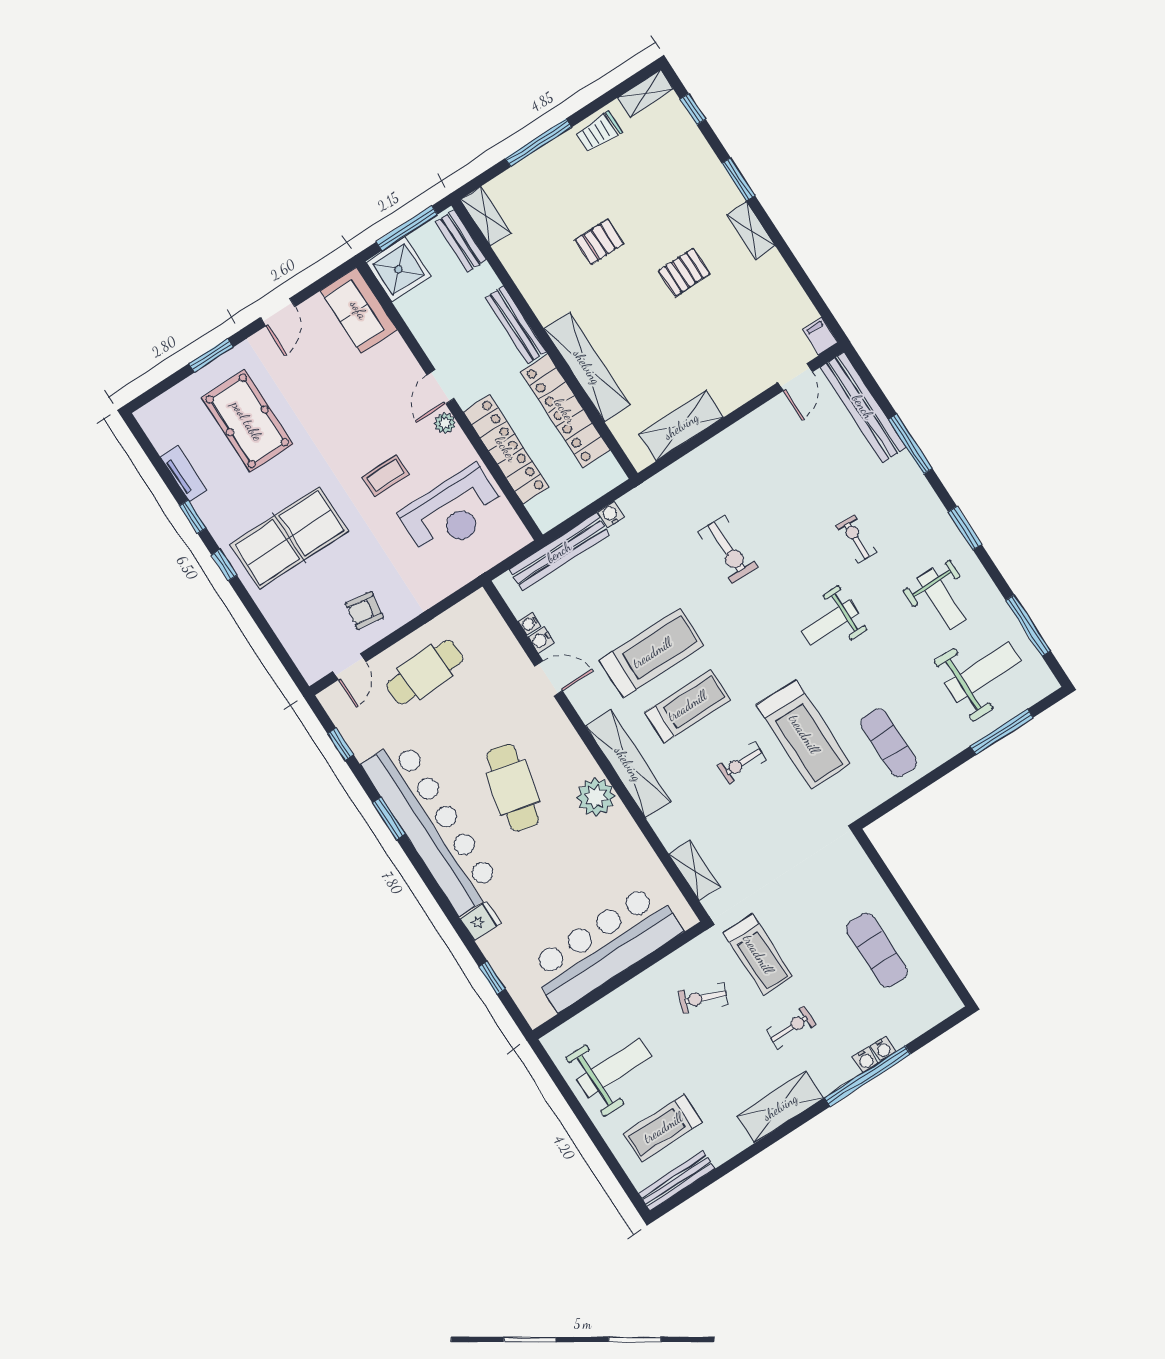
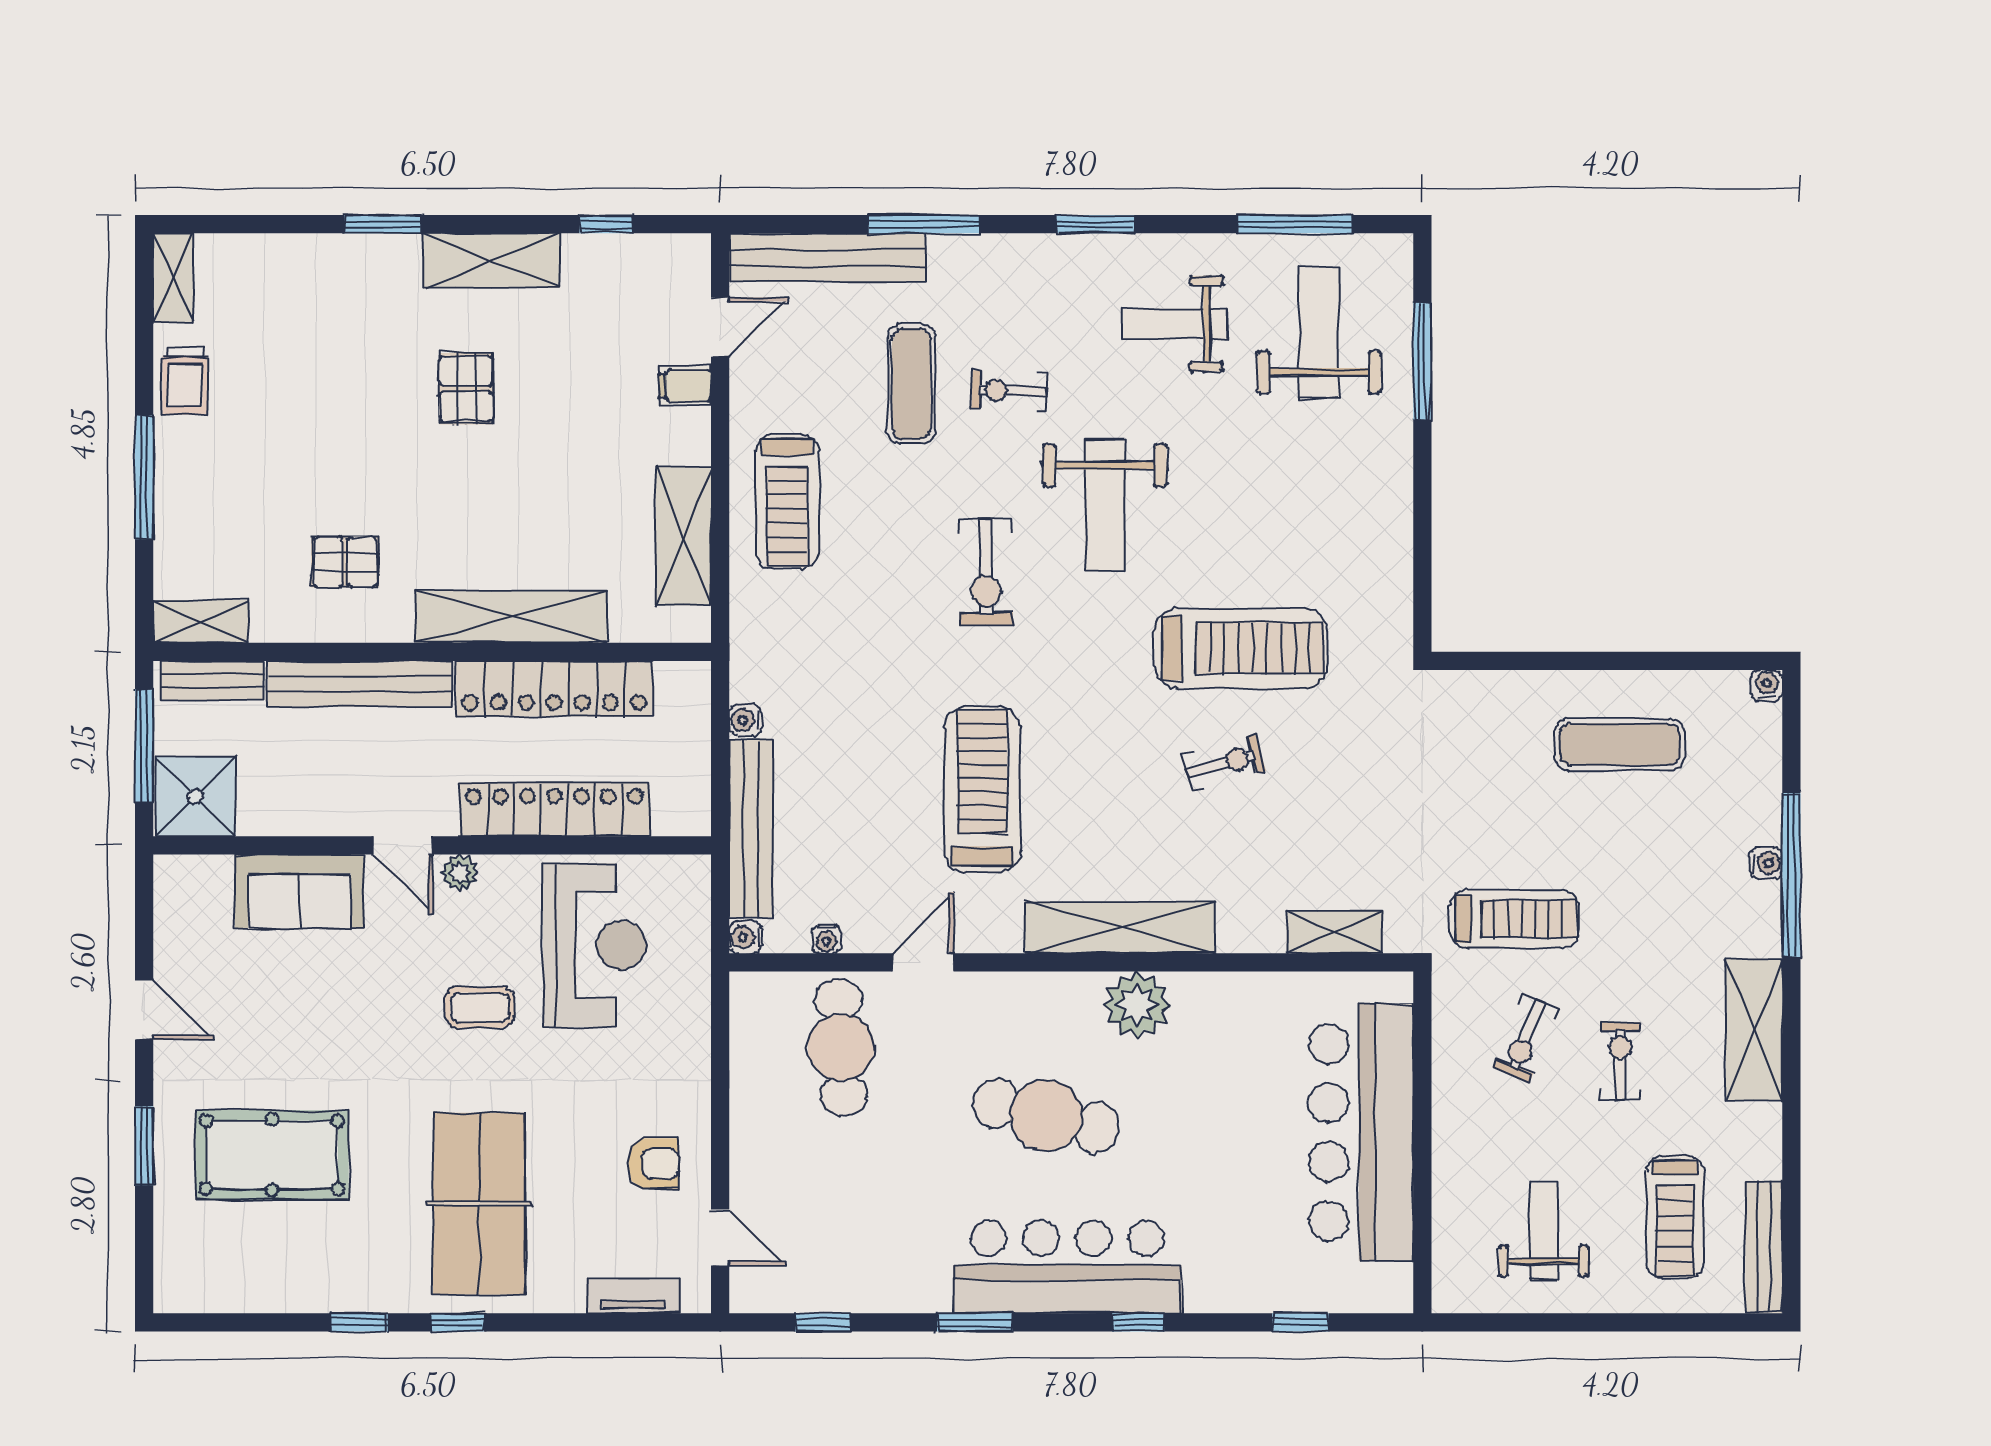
window: (693, 109) -> (606, 224), moved
shelving: (751, 231) -> (492, 261), width x1.50, depth x1.33
pallet: (599, 242) -> (345, 562), moved, turned 90
sofa: (359, 310) -> (299, 891), moved
bench: (516, 325) -> (360, 684), width x1.37, depth x1.21
filing cabinet: (820, 336) -> (685, 386), moved
door: (795, 377) -> (720, 327), hinge flipped
tv unit: (183, 474) -> (633, 1296), moved
coffee table: (386, 476) -> (480, 1007), turned 90
exercise bike: (728, 550) -> (986, 572), moved, turned 89
weight bench: (941, 599) -> (1175, 324), turned 180
armchair: (364, 610) -> (653, 1164), turned -98
weight bench: (830, 622) -> (1105, 505), width x1.36, depth x1.33
water cooler: (541, 640) -> (745, 937), moved, turned 90
cafe table: (425, 672) -> (841, 1047), moved
treadmill: (687, 706) -> (787, 501), moved, turned 180
exercise mat: (889, 743) -> (911, 384), moved, turned 90
exercise bike: (742, 763) -> (1224, 763), turned -106
bar counter: (432, 826) -> (1067, 1267), width x0.73
window: (441, 898) -> (1138, 1322), added
fridge: (480, 921) -> (1207, 1287), removed
exercise bike: (791, 1028) -> (1621, 1061), moved
water cooler: (883, 1049) -> (1767, 686), moved, turned -90
weight bench: (614, 1068) -> (1544, 1232), width x0.73, depth x0.75

